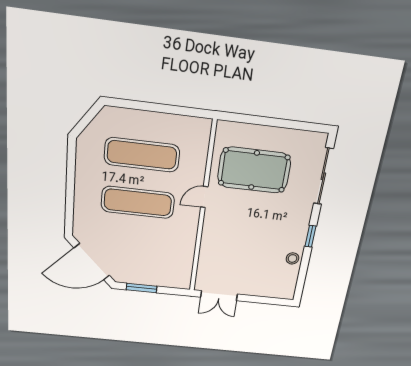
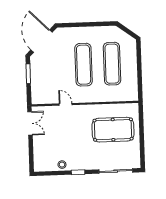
pool table: (254, 170) -> (113, 130), turned 90
door: (204, 197) -> (66, 104), moved
double door: (219, 296) -> (30, 123), swing flipped

